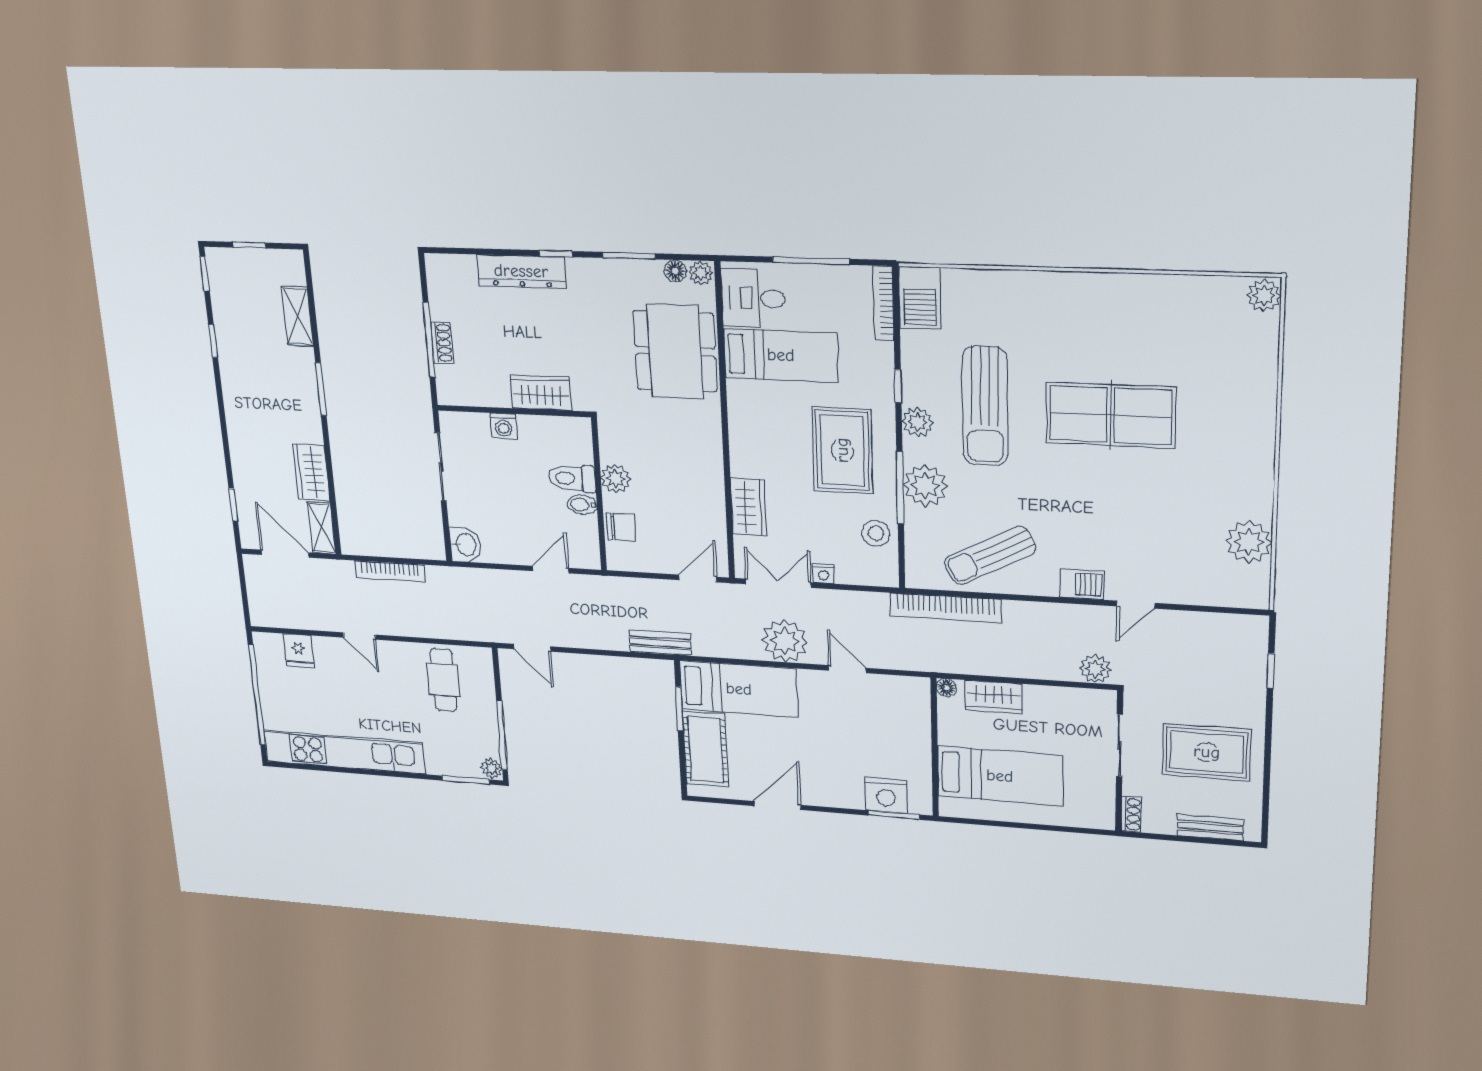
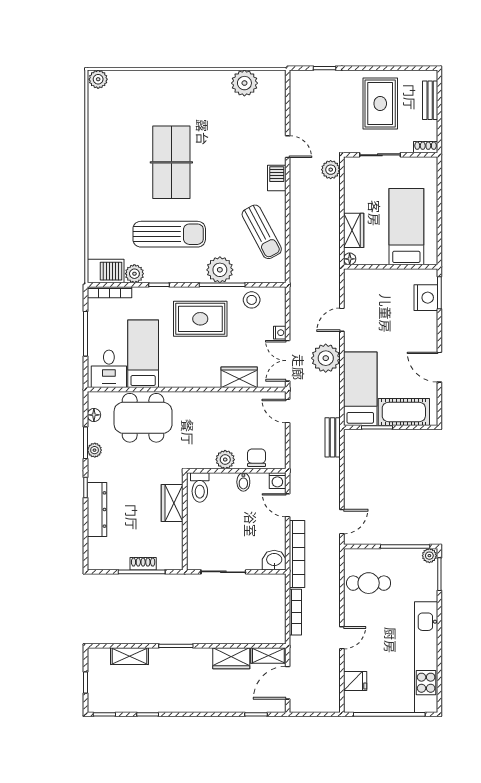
plant: (701, 273) -> (95, 450), moved
plant: (917, 422) -> (134, 274), moved
washing machine: (503, 426) -> (277, 481), moved, turned 90
toilet: (572, 478) -> (200, 487), moved
bookcase: (945, 608) -> (297, 554), moved

